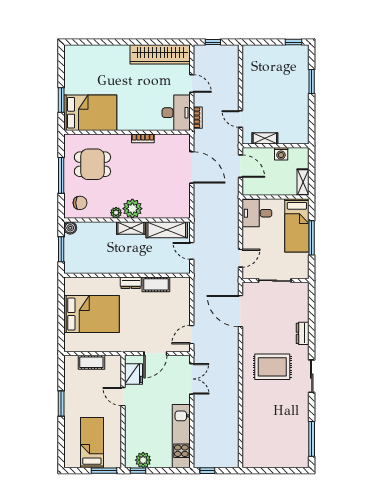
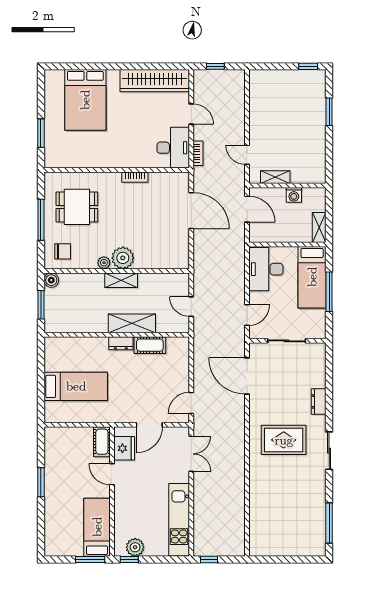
bed: (90, 113) -> (85, 100), moved, turned 90
desk: (257, 213) -> (266, 269), width x1.37
shelving: (167, 230) -> (132, 323), moved
bed: (91, 314) -> (76, 386), width x0.67
cot: (91, 362) -> (102, 442), moved, turned 90
bed: (92, 443) -> (97, 527), moved

